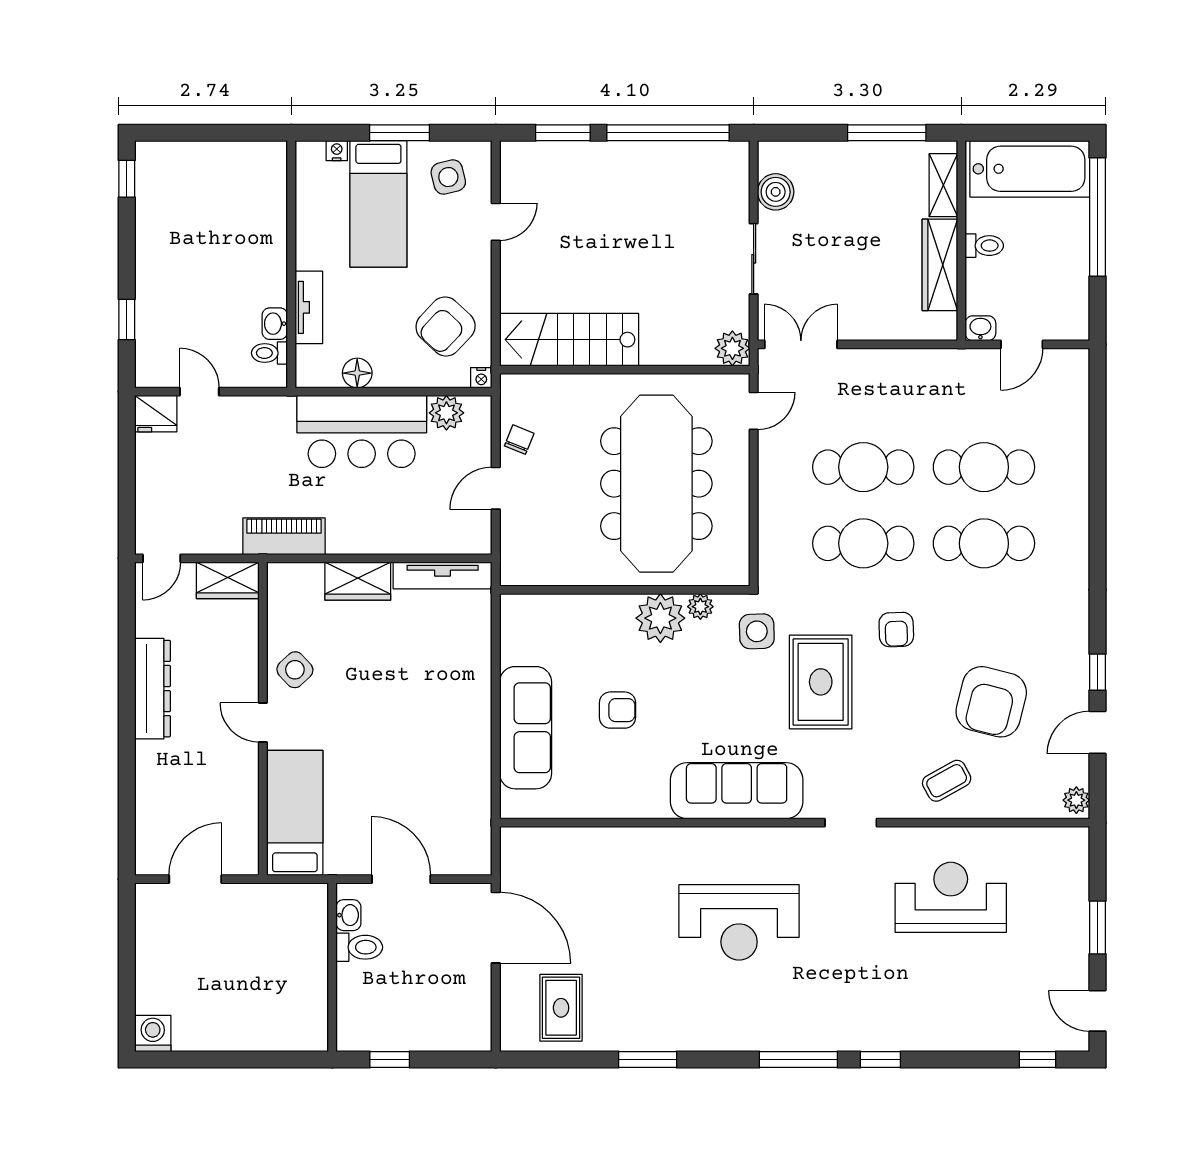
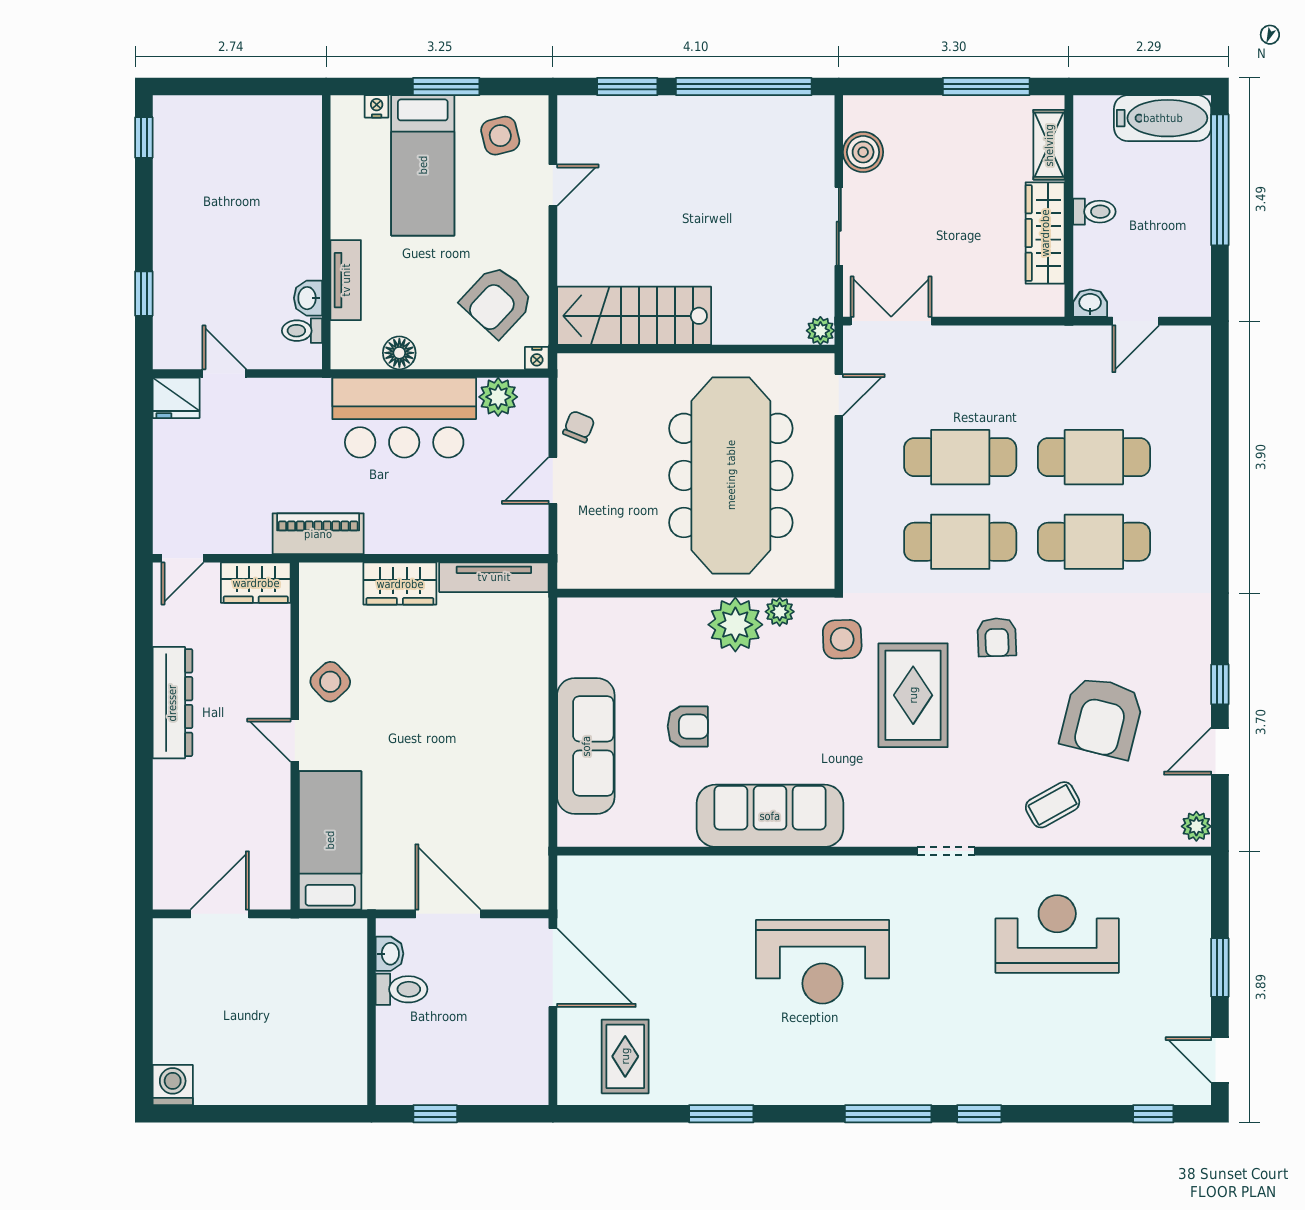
bathtub: (1030, 169) -> (1163, 118), width x0.73, depth x0.73
plant: (732, 348) -> (820, 331), width x0.73, depth x0.73
sofa: (737, 791) -> (770, 816), moved

